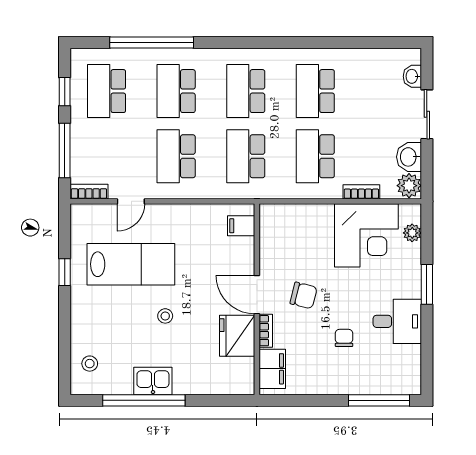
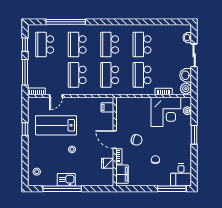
lab bench: (131, 264) -> (56, 125), turned 180
desk: (397, 321) -> (181, 175), moved, turned 90
fridge: (237, 336) -> (108, 163), width x0.53, depth x0.75

